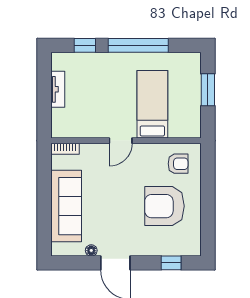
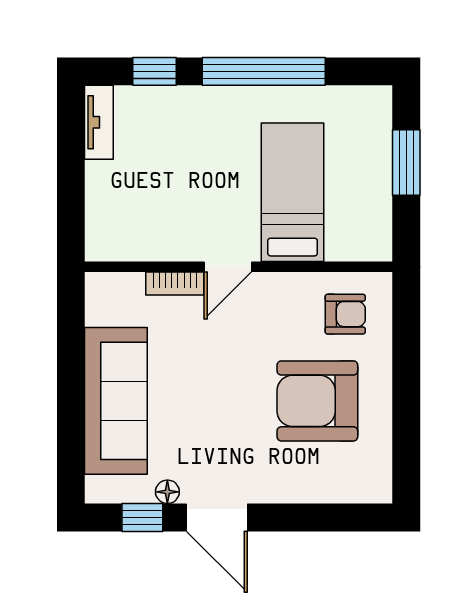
tv unit: (58, 89) -> (99, 122), moved
bookcase: (65, 149) -> (175, 283), moved
window: (171, 263) -> (142, 517), moved

